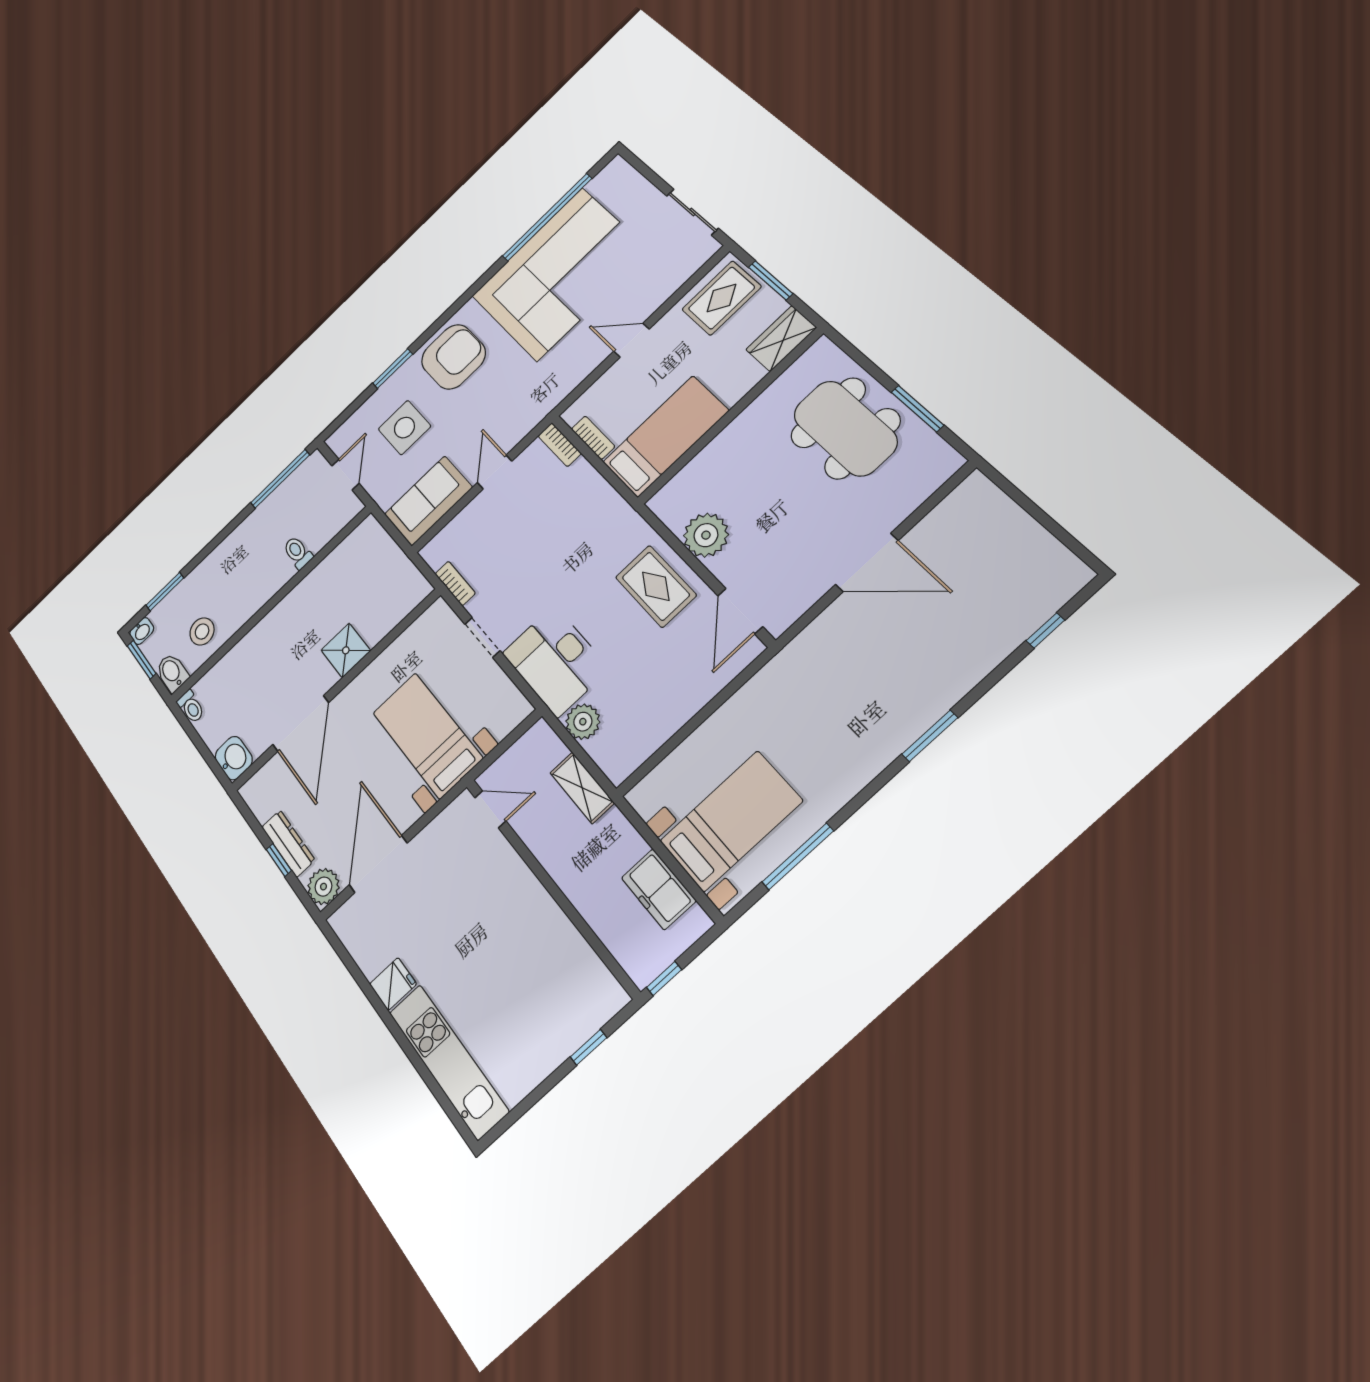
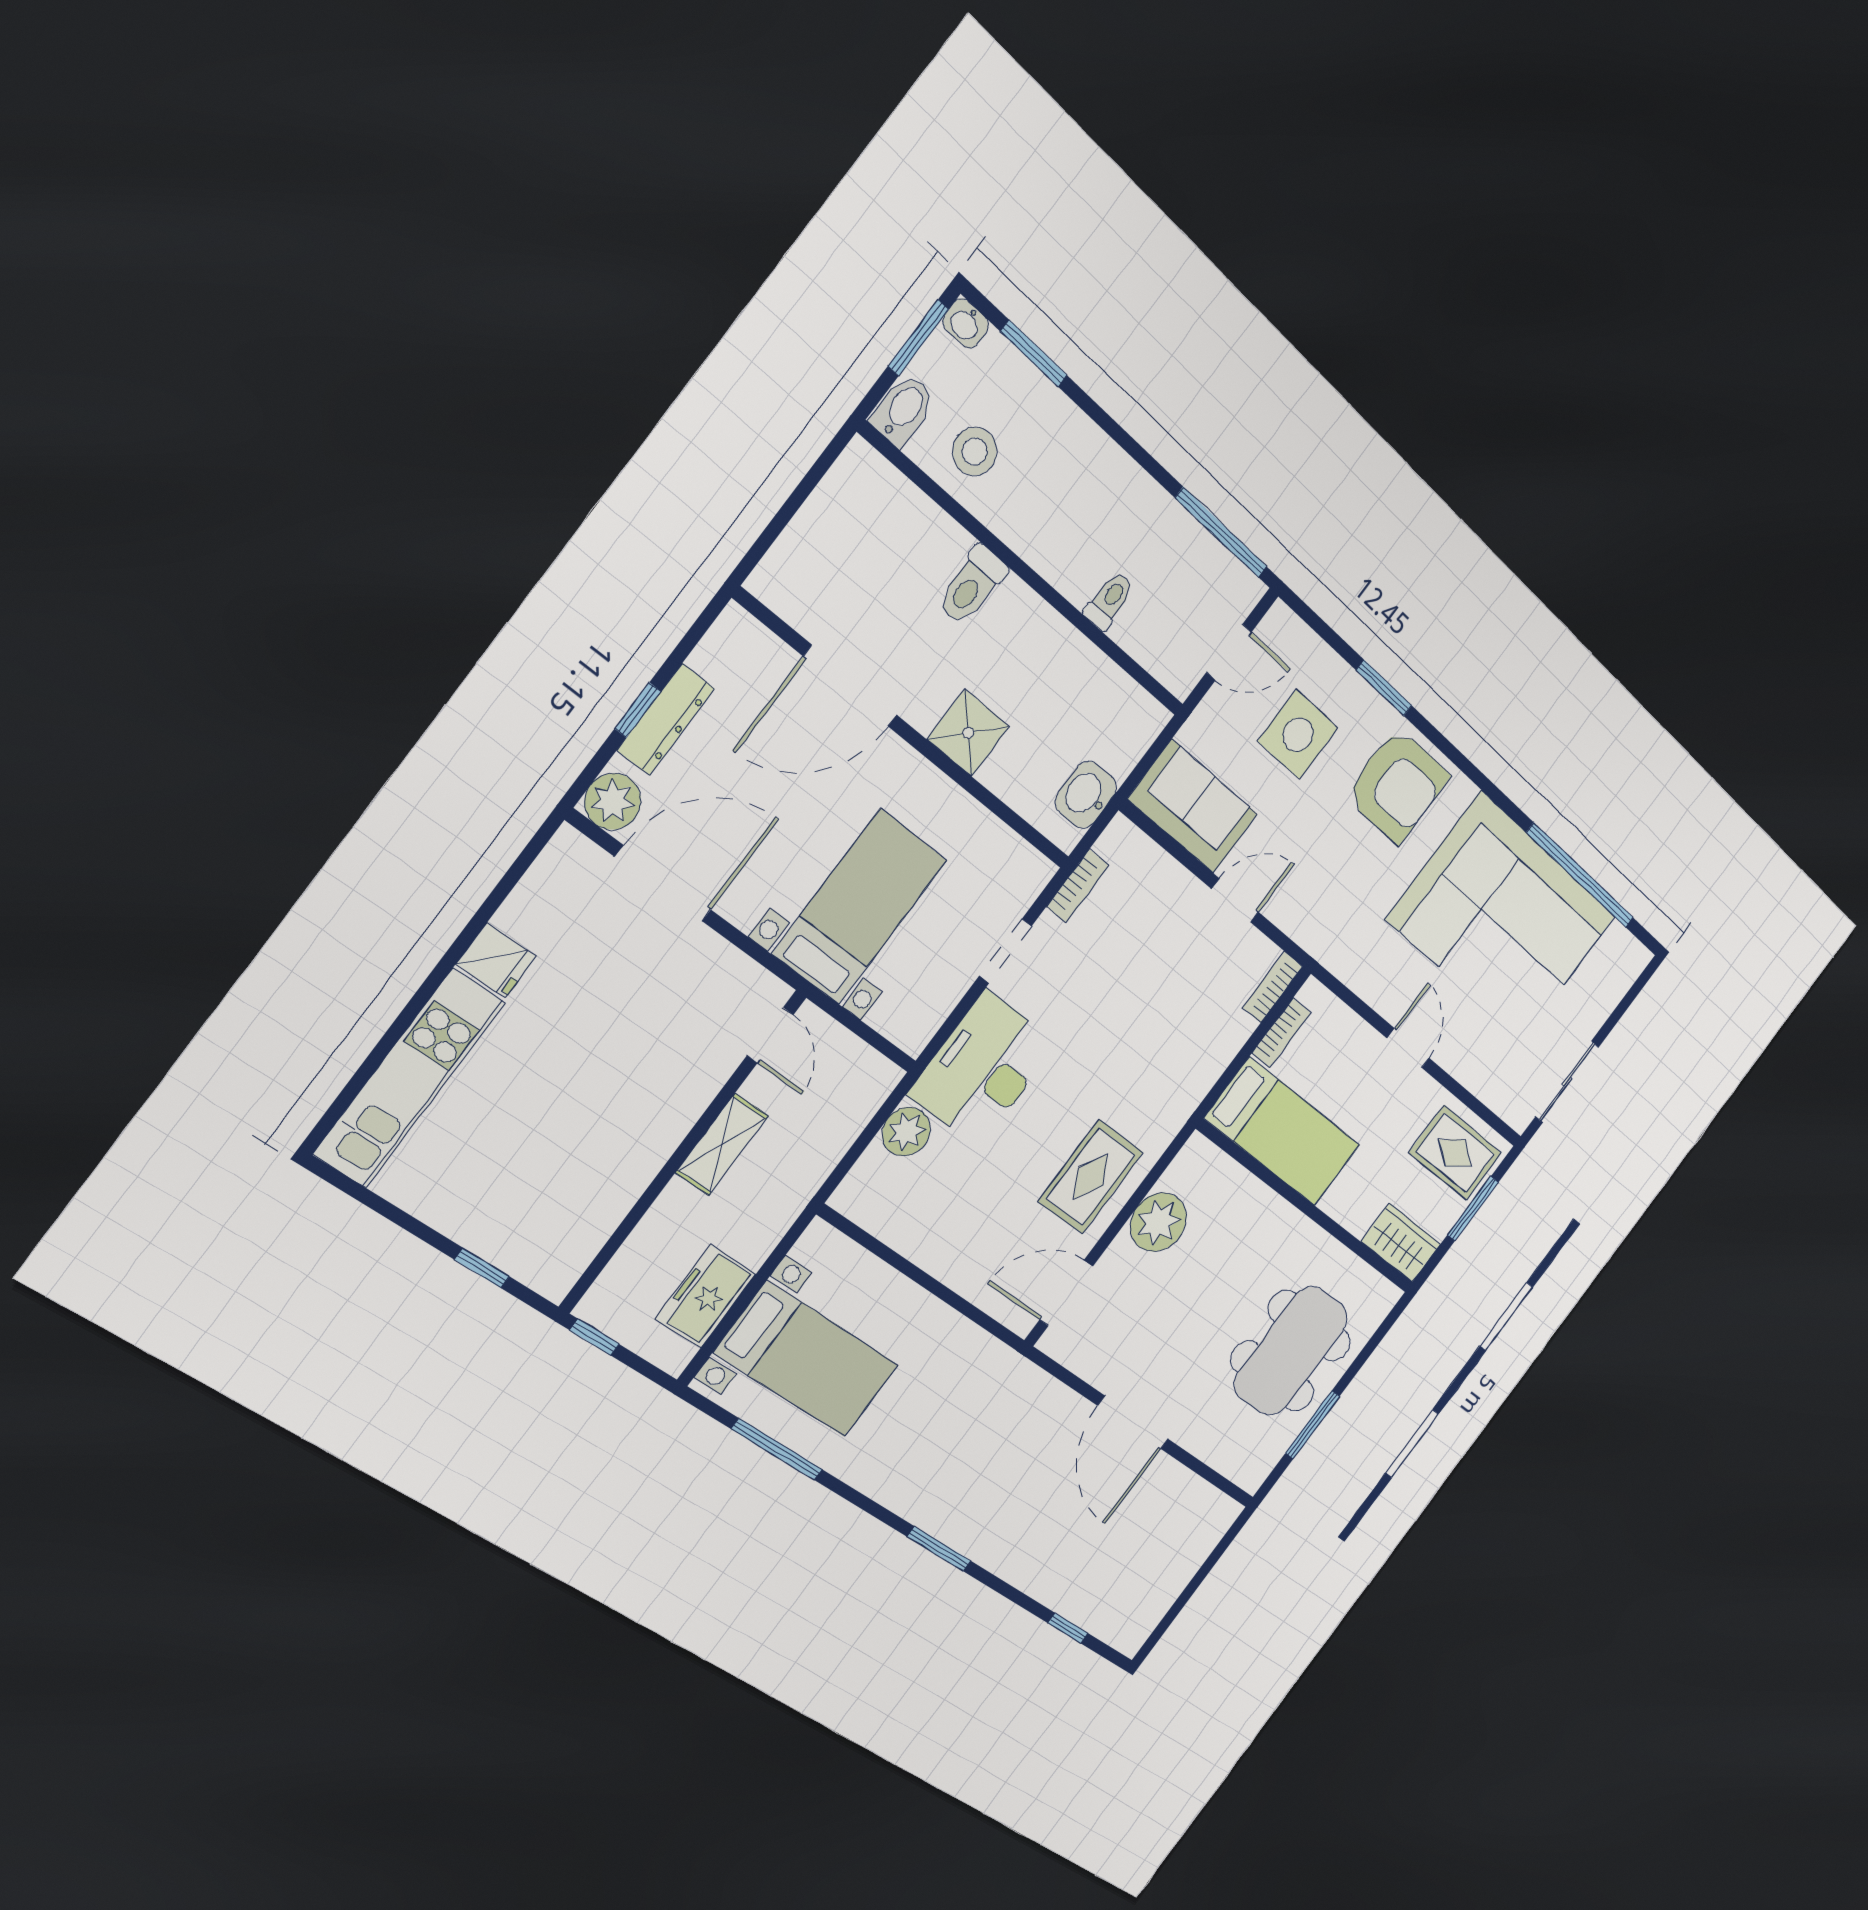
toilet: (191, 707) -> (972, 585), moved, width x1.37, depth x1.39
washbasin: (234, 758) -> (1086, 795), moved, turned 180
shelving: (582, 788) -> (722, 1144), moved

